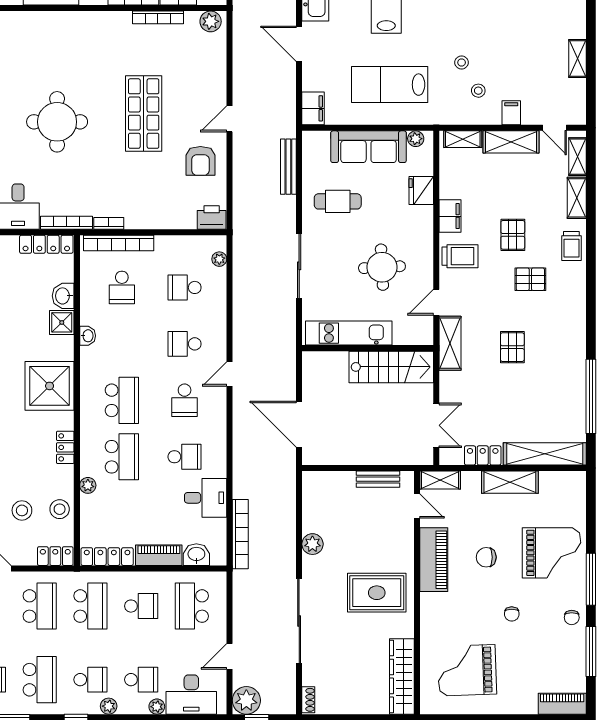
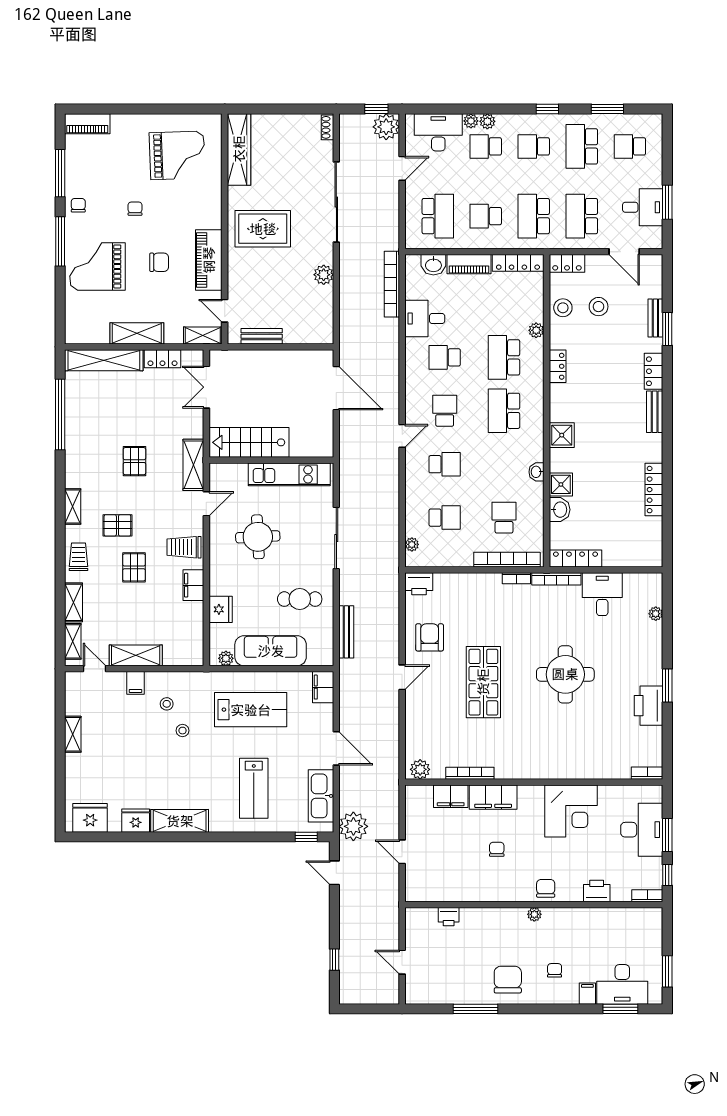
shelving: (463, 139) -> (73, 506), moved, turned 90
shower: (50, 386) -> (562, 435), width x0.54, depth x0.54
plant: (109, 706) -> (487, 121), moved

